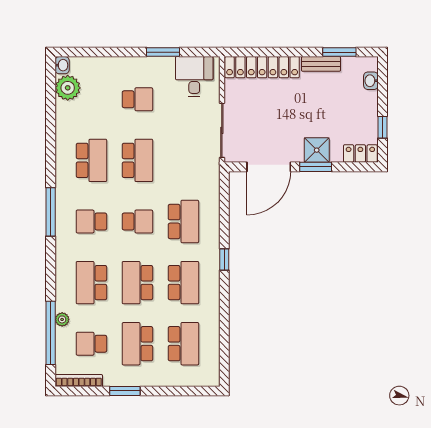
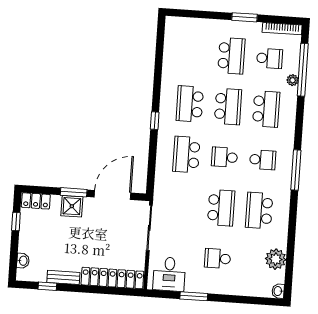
window: (339, 52) -> (47, 286), width x0.67
plant: (68, 88) -> (276, 259), moved
school desk: (137, 160) -> (221, 208), turned 180
school desk: (183, 344) -> (193, 53), removed

